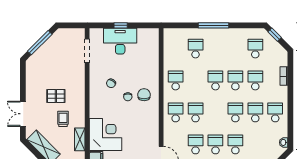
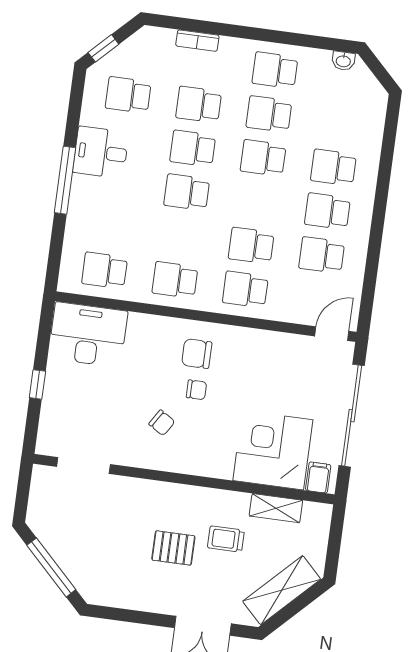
desk: (228, 40) -> (101, 152), added
desk: (120, 41) -> (88, 335), moved, turned 90
school desk: (196, 49) -> (105, 270), moved
pallet: (56, 96) -> (173, 548), turned 90

